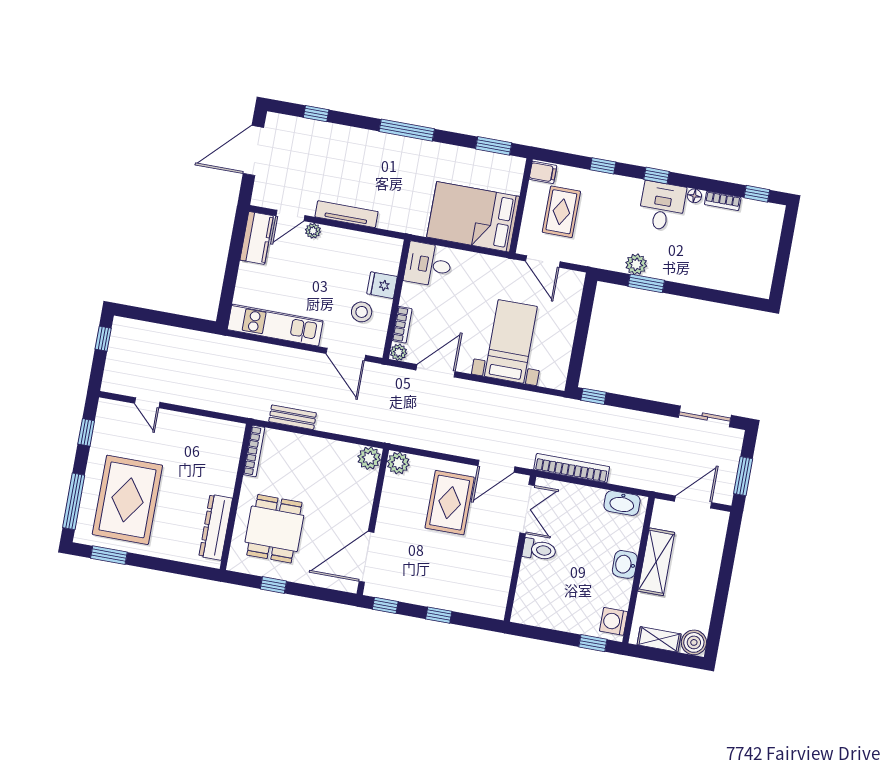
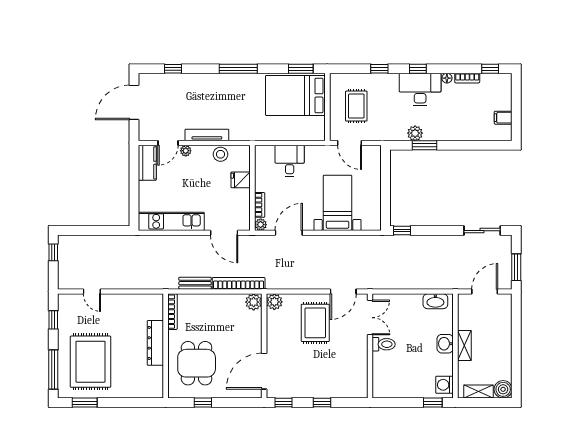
filing cabinet: (543, 172) -> (503, 118), moved, turned 180
desk: (662, 206) -> (420, 89), width x1.37
bed: (473, 217) -> (295, 95), moved
desk: (428, 264) -> (290, 161), moved, turned 90
stool: (362, 312) -> (220, 154), moved
bookcase: (572, 468) -> (239, 283), moved
dresser: (216, 527) -> (155, 343), moved
shelving: (656, 562) -> (464, 345), width x0.67, depth x0.75

